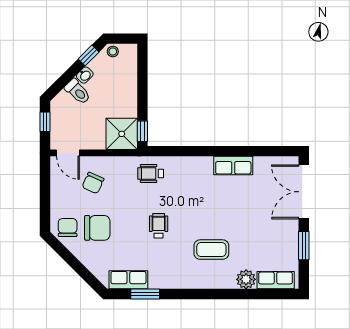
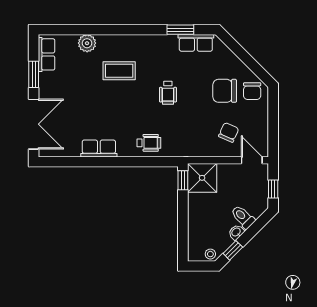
wheelchair: (151, 173) -> (149, 143), moved
row of seats: (276, 280) -> (46, 54), moved, turned -90

